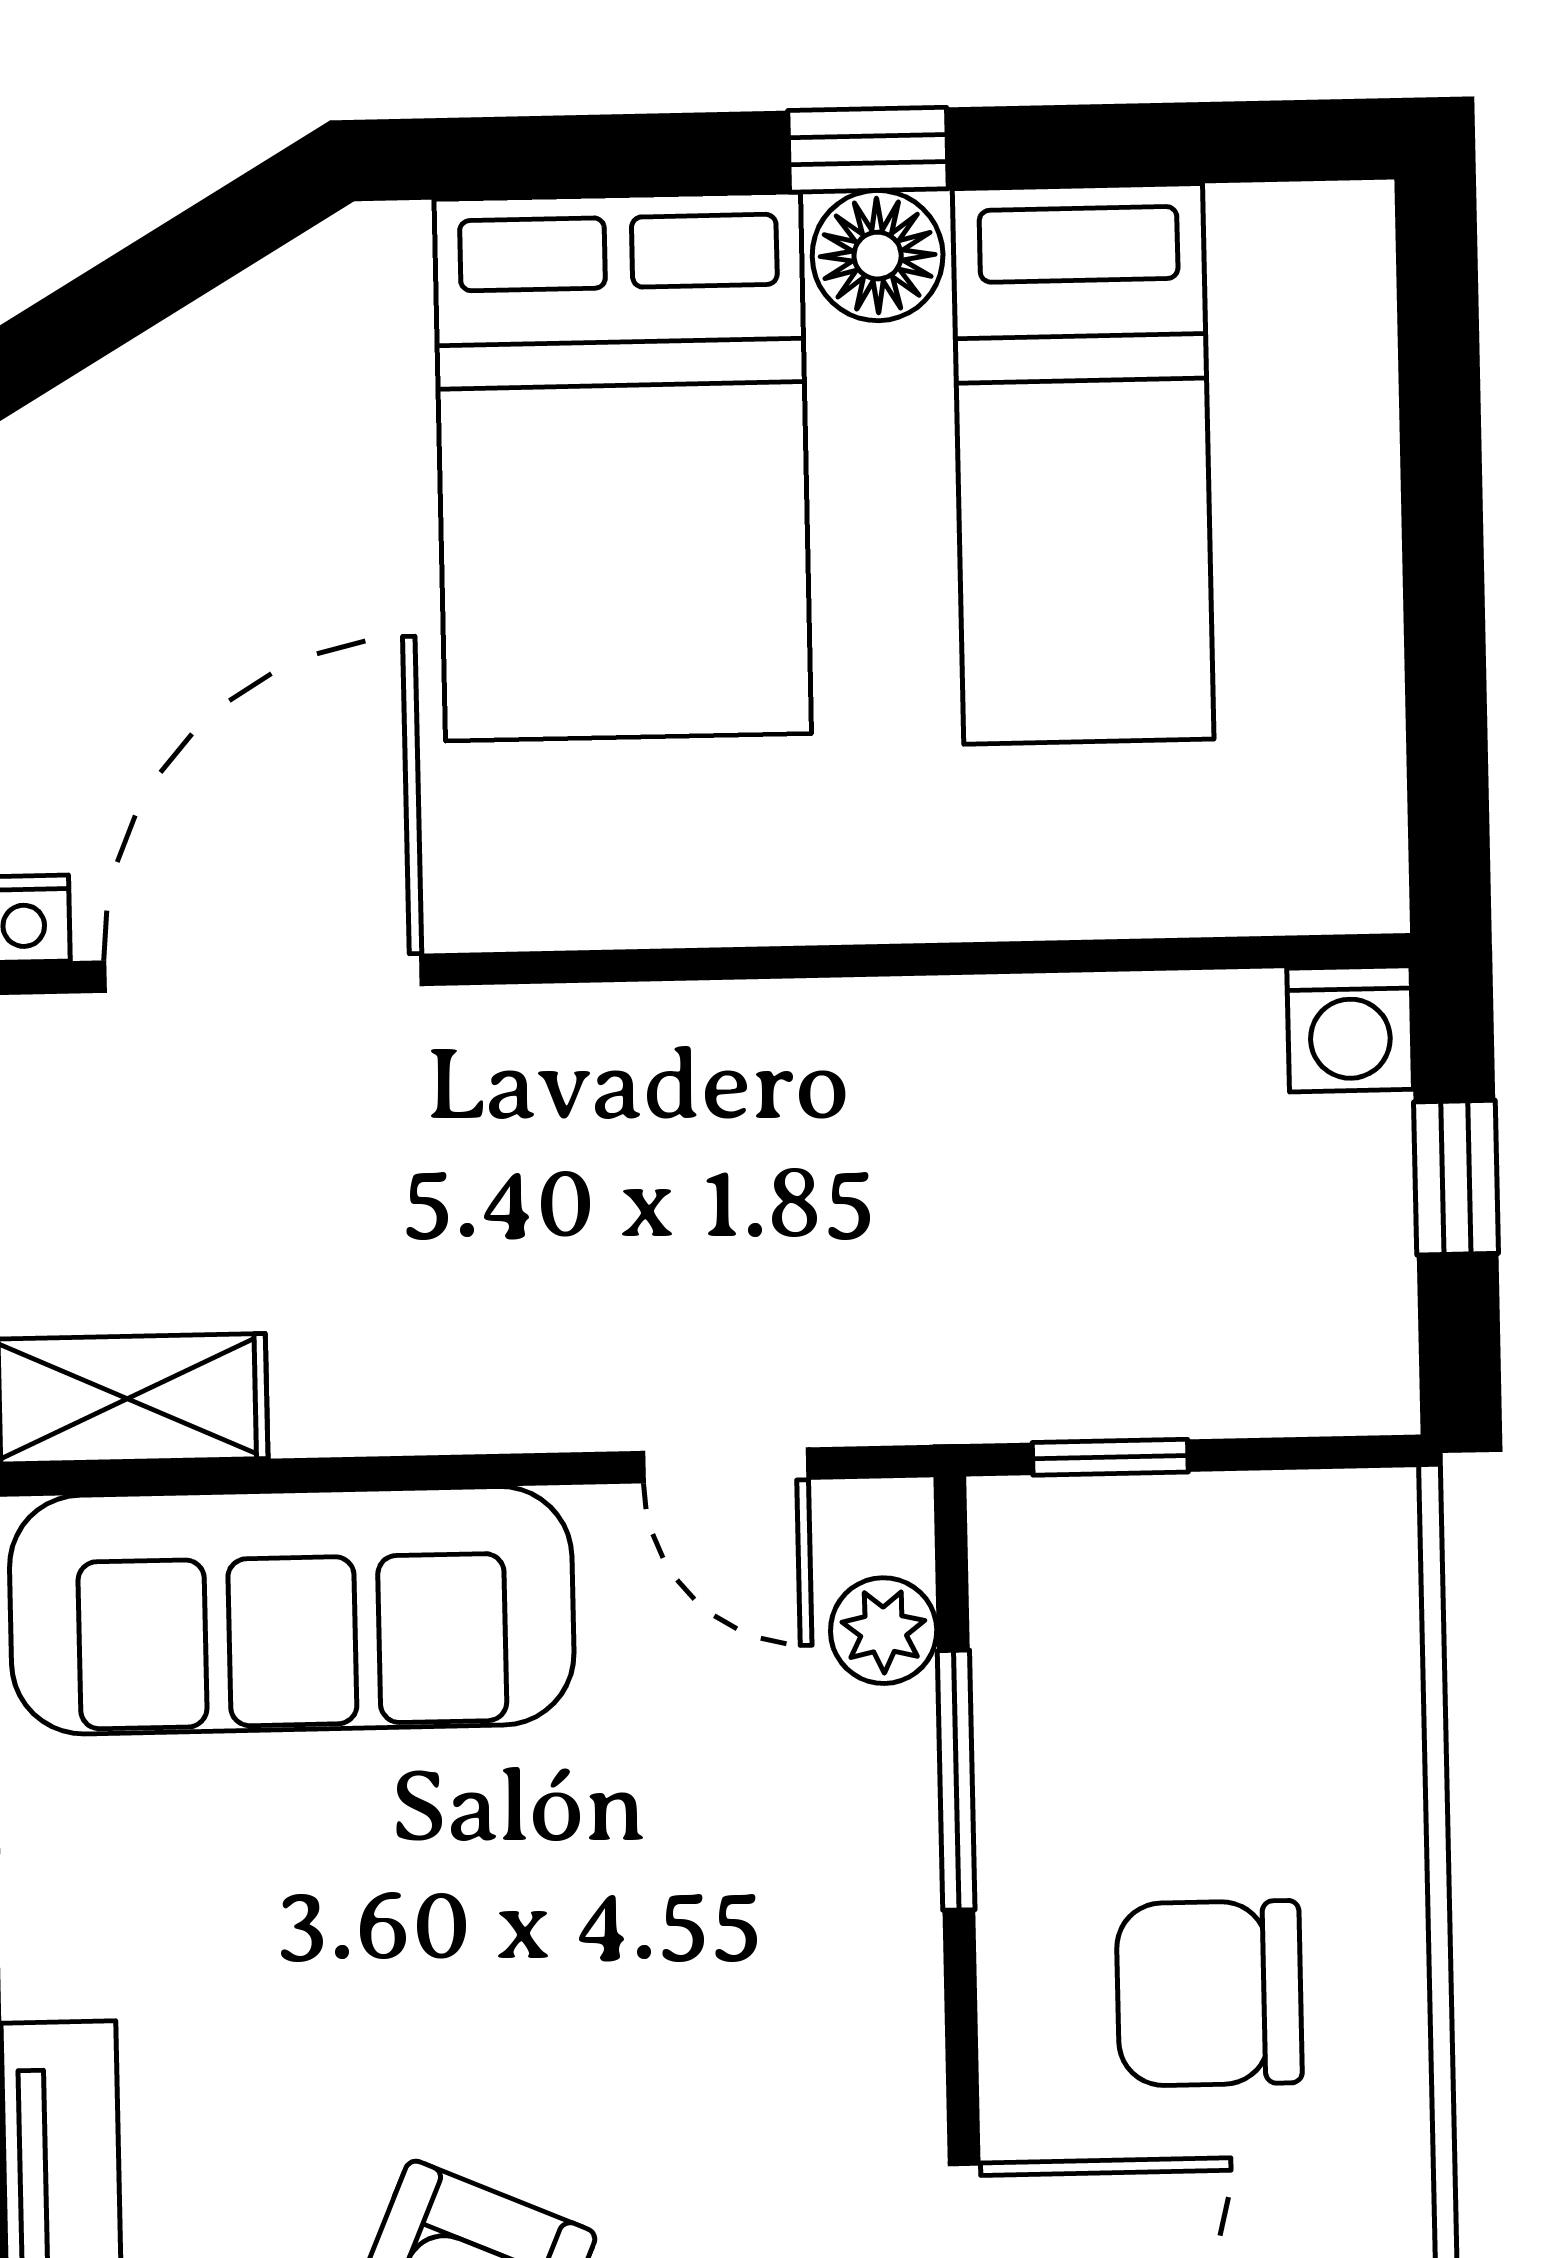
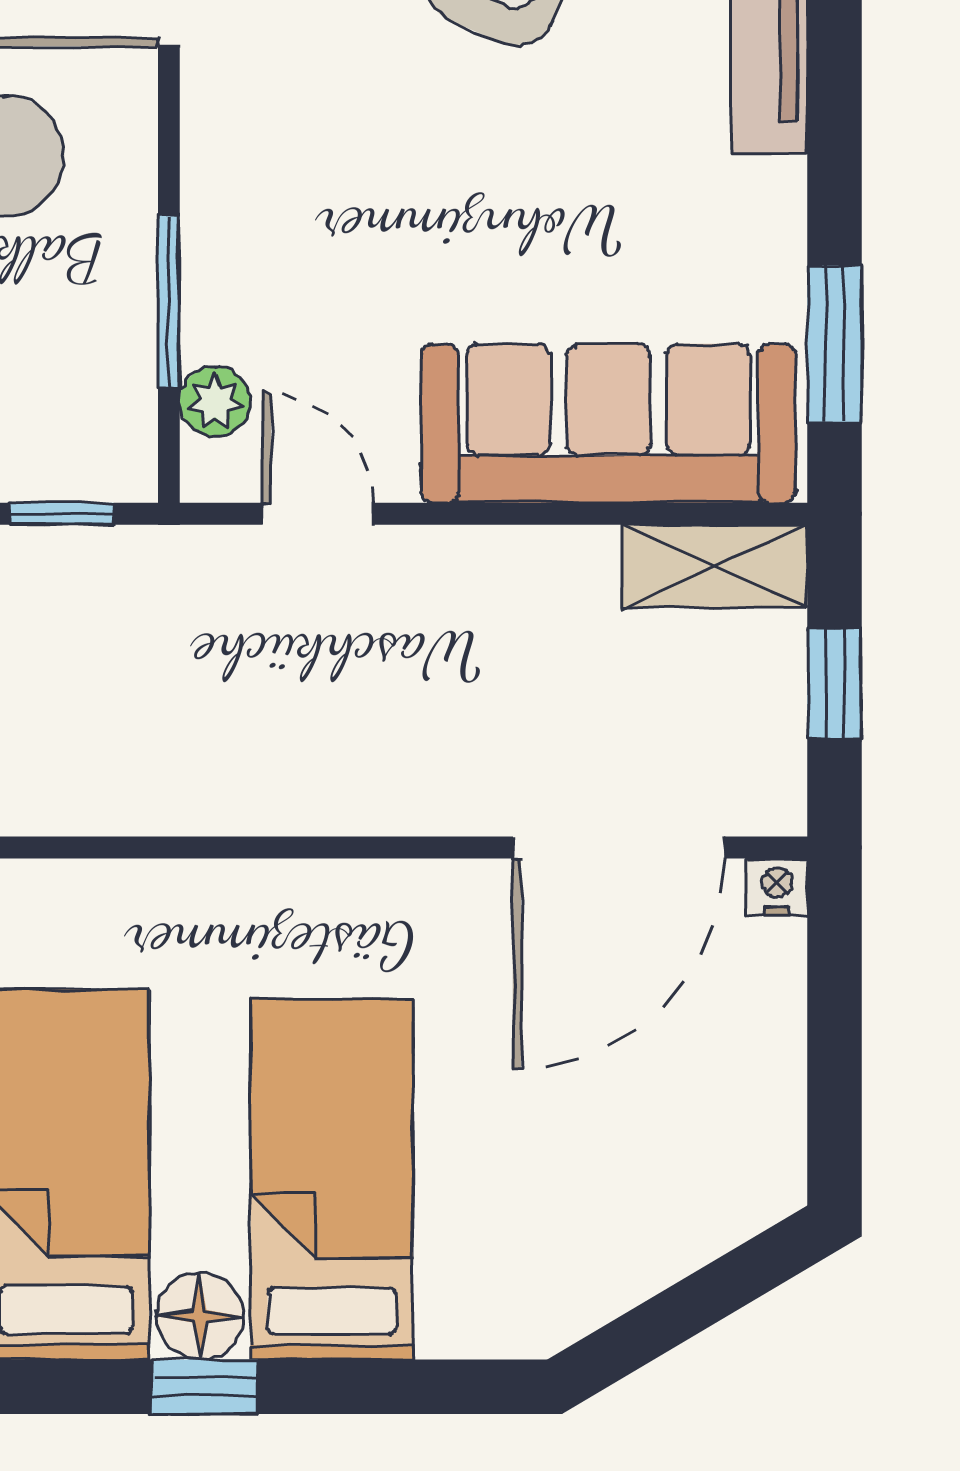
bed: (623, 467) -> (332, 1179), width x0.67

